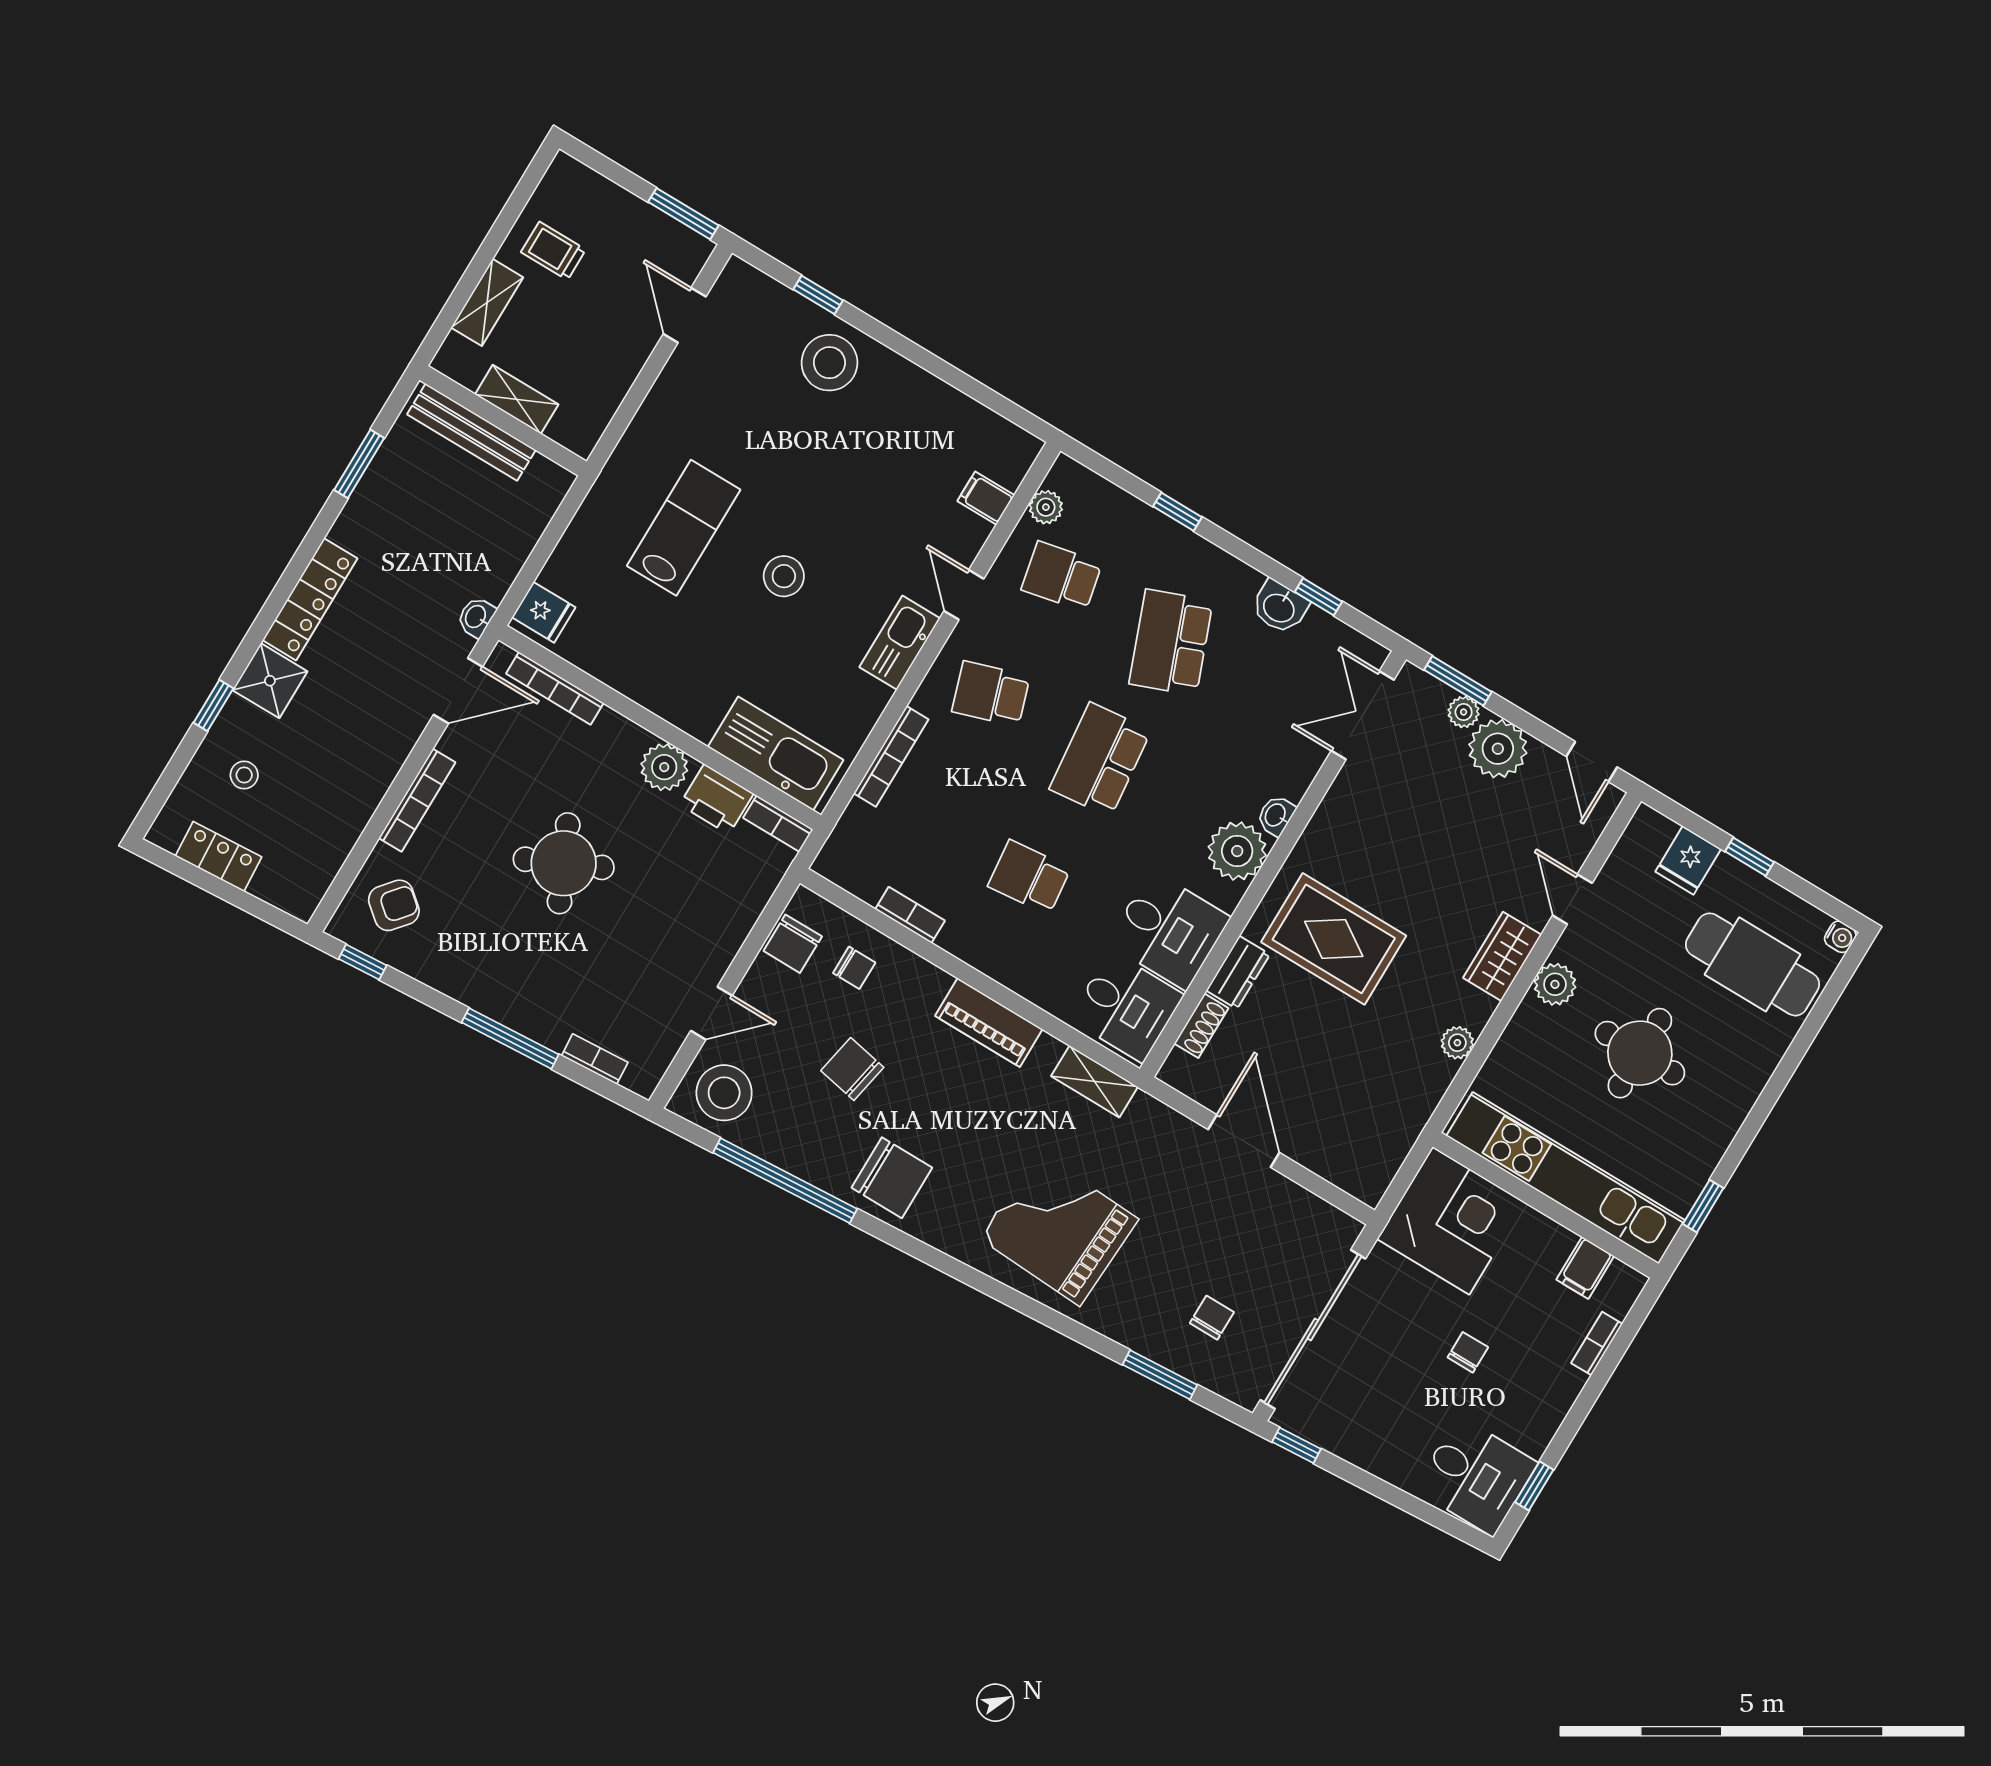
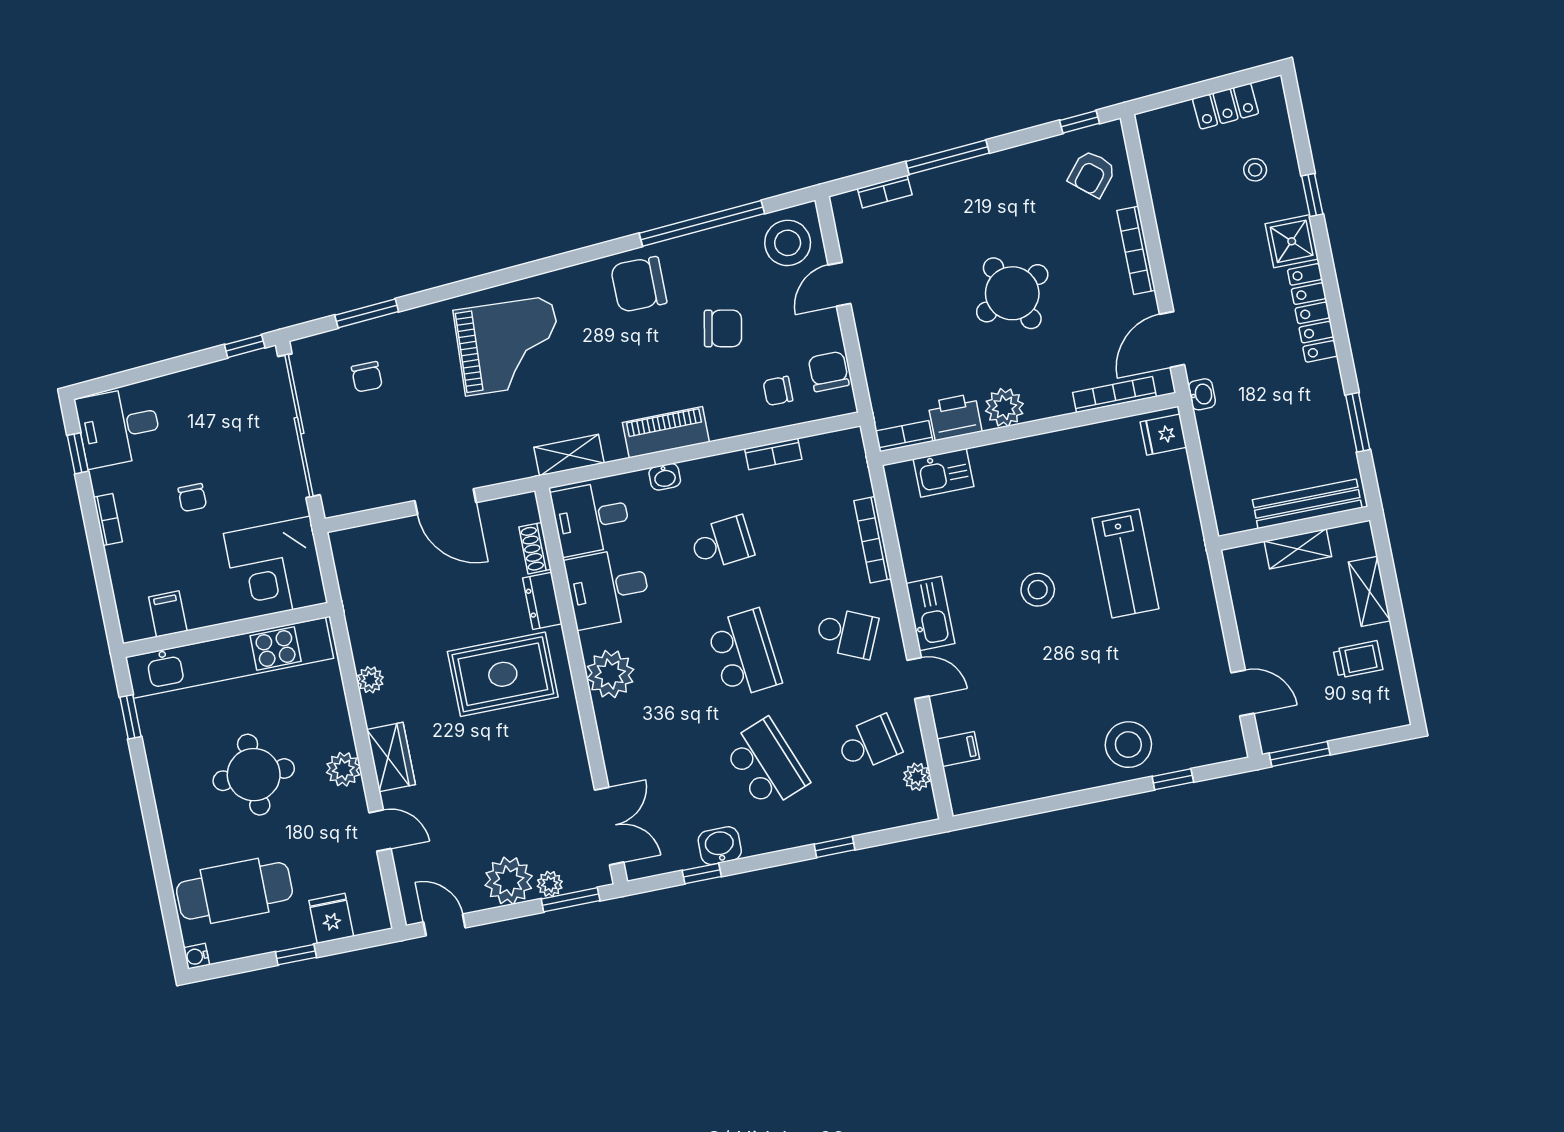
school desk: (991, 694) -> (847, 633), turned 42
kitchen sink: (776, 753) -> (944, 473), width x0.53, depth x0.81
washbasin: (1276, 815) -> (665, 477), moved, turned 90
bookcase: (1597, 1344) -> (108, 519), moved

